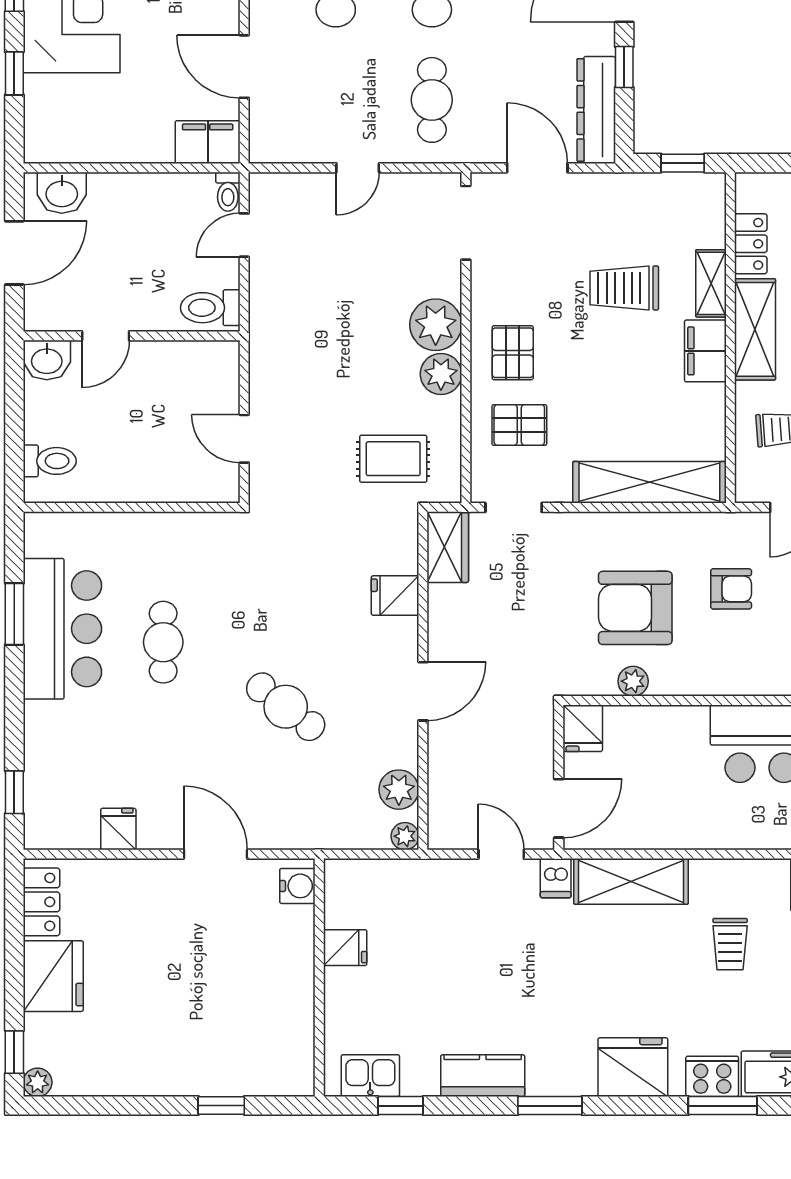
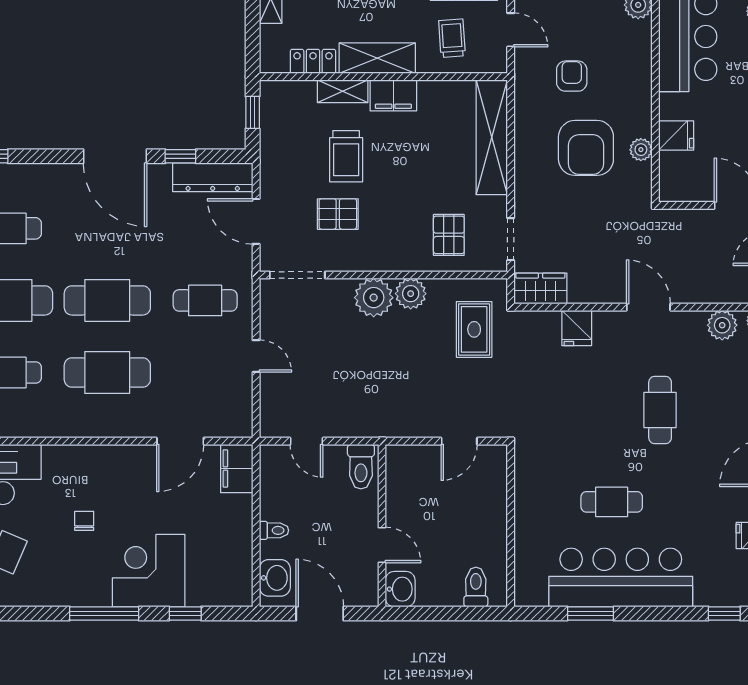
door: (537, 168) -> (256, 221), hinge flipped
toilet: (228, 192) -> (274, 530), moved
pallet: (513, 353) -> (338, 214), moved
bar counter: (62, 629) -> (621, 577), width x1.36
cafe table: (286, 707) -> (660, 410), turned -38
fridge: (583, 728) -> (676, 135), moved

